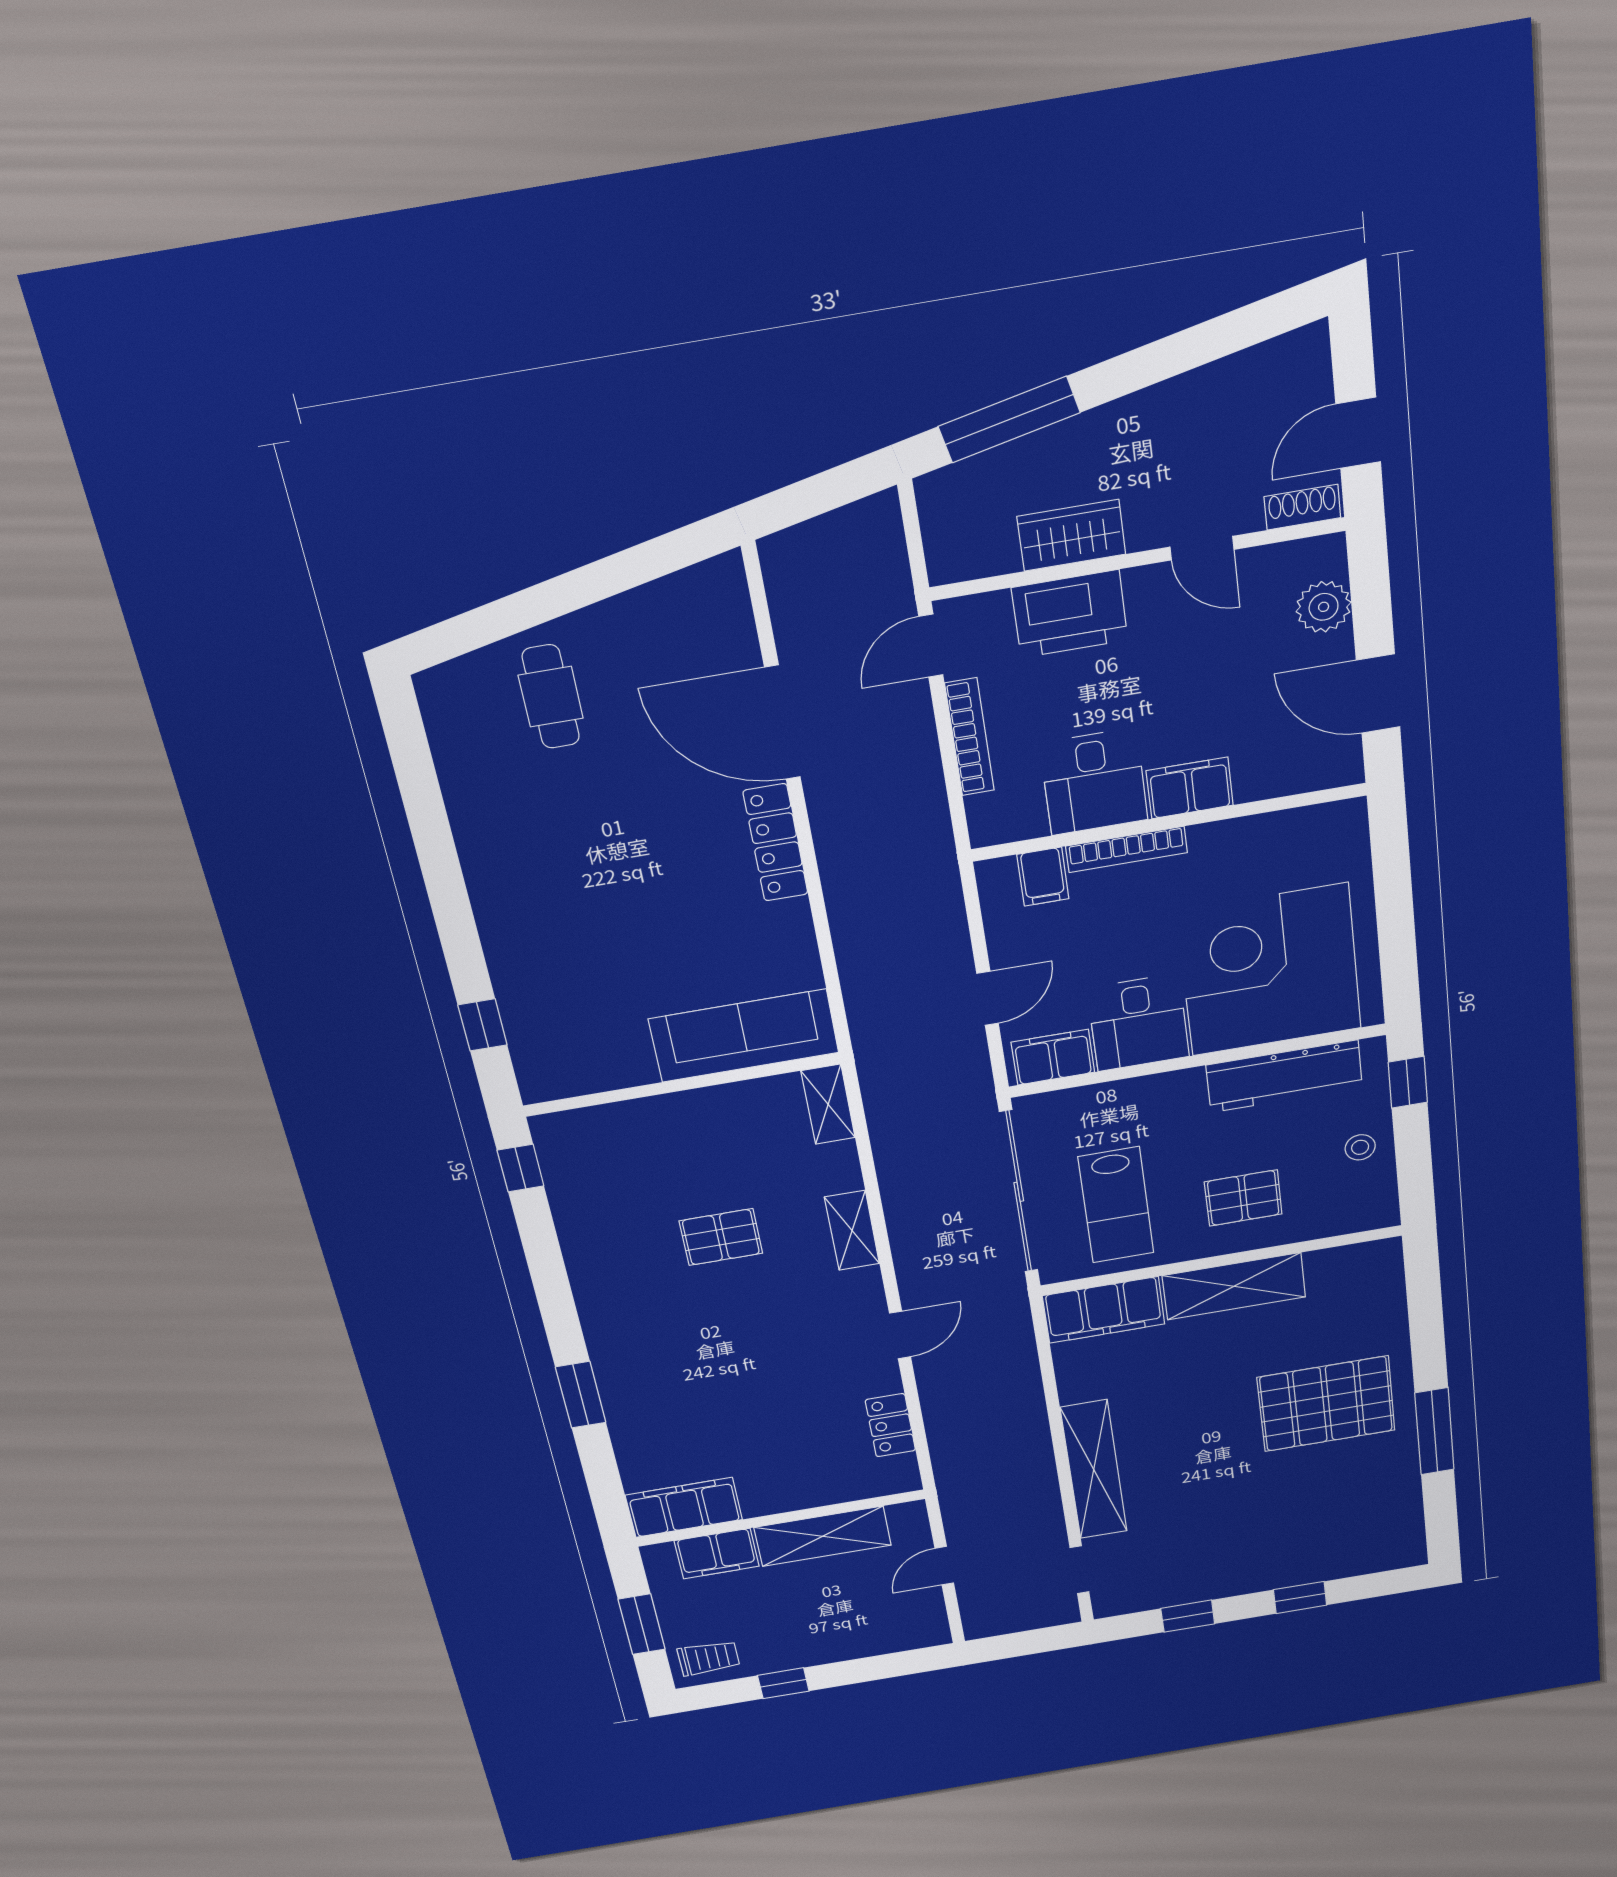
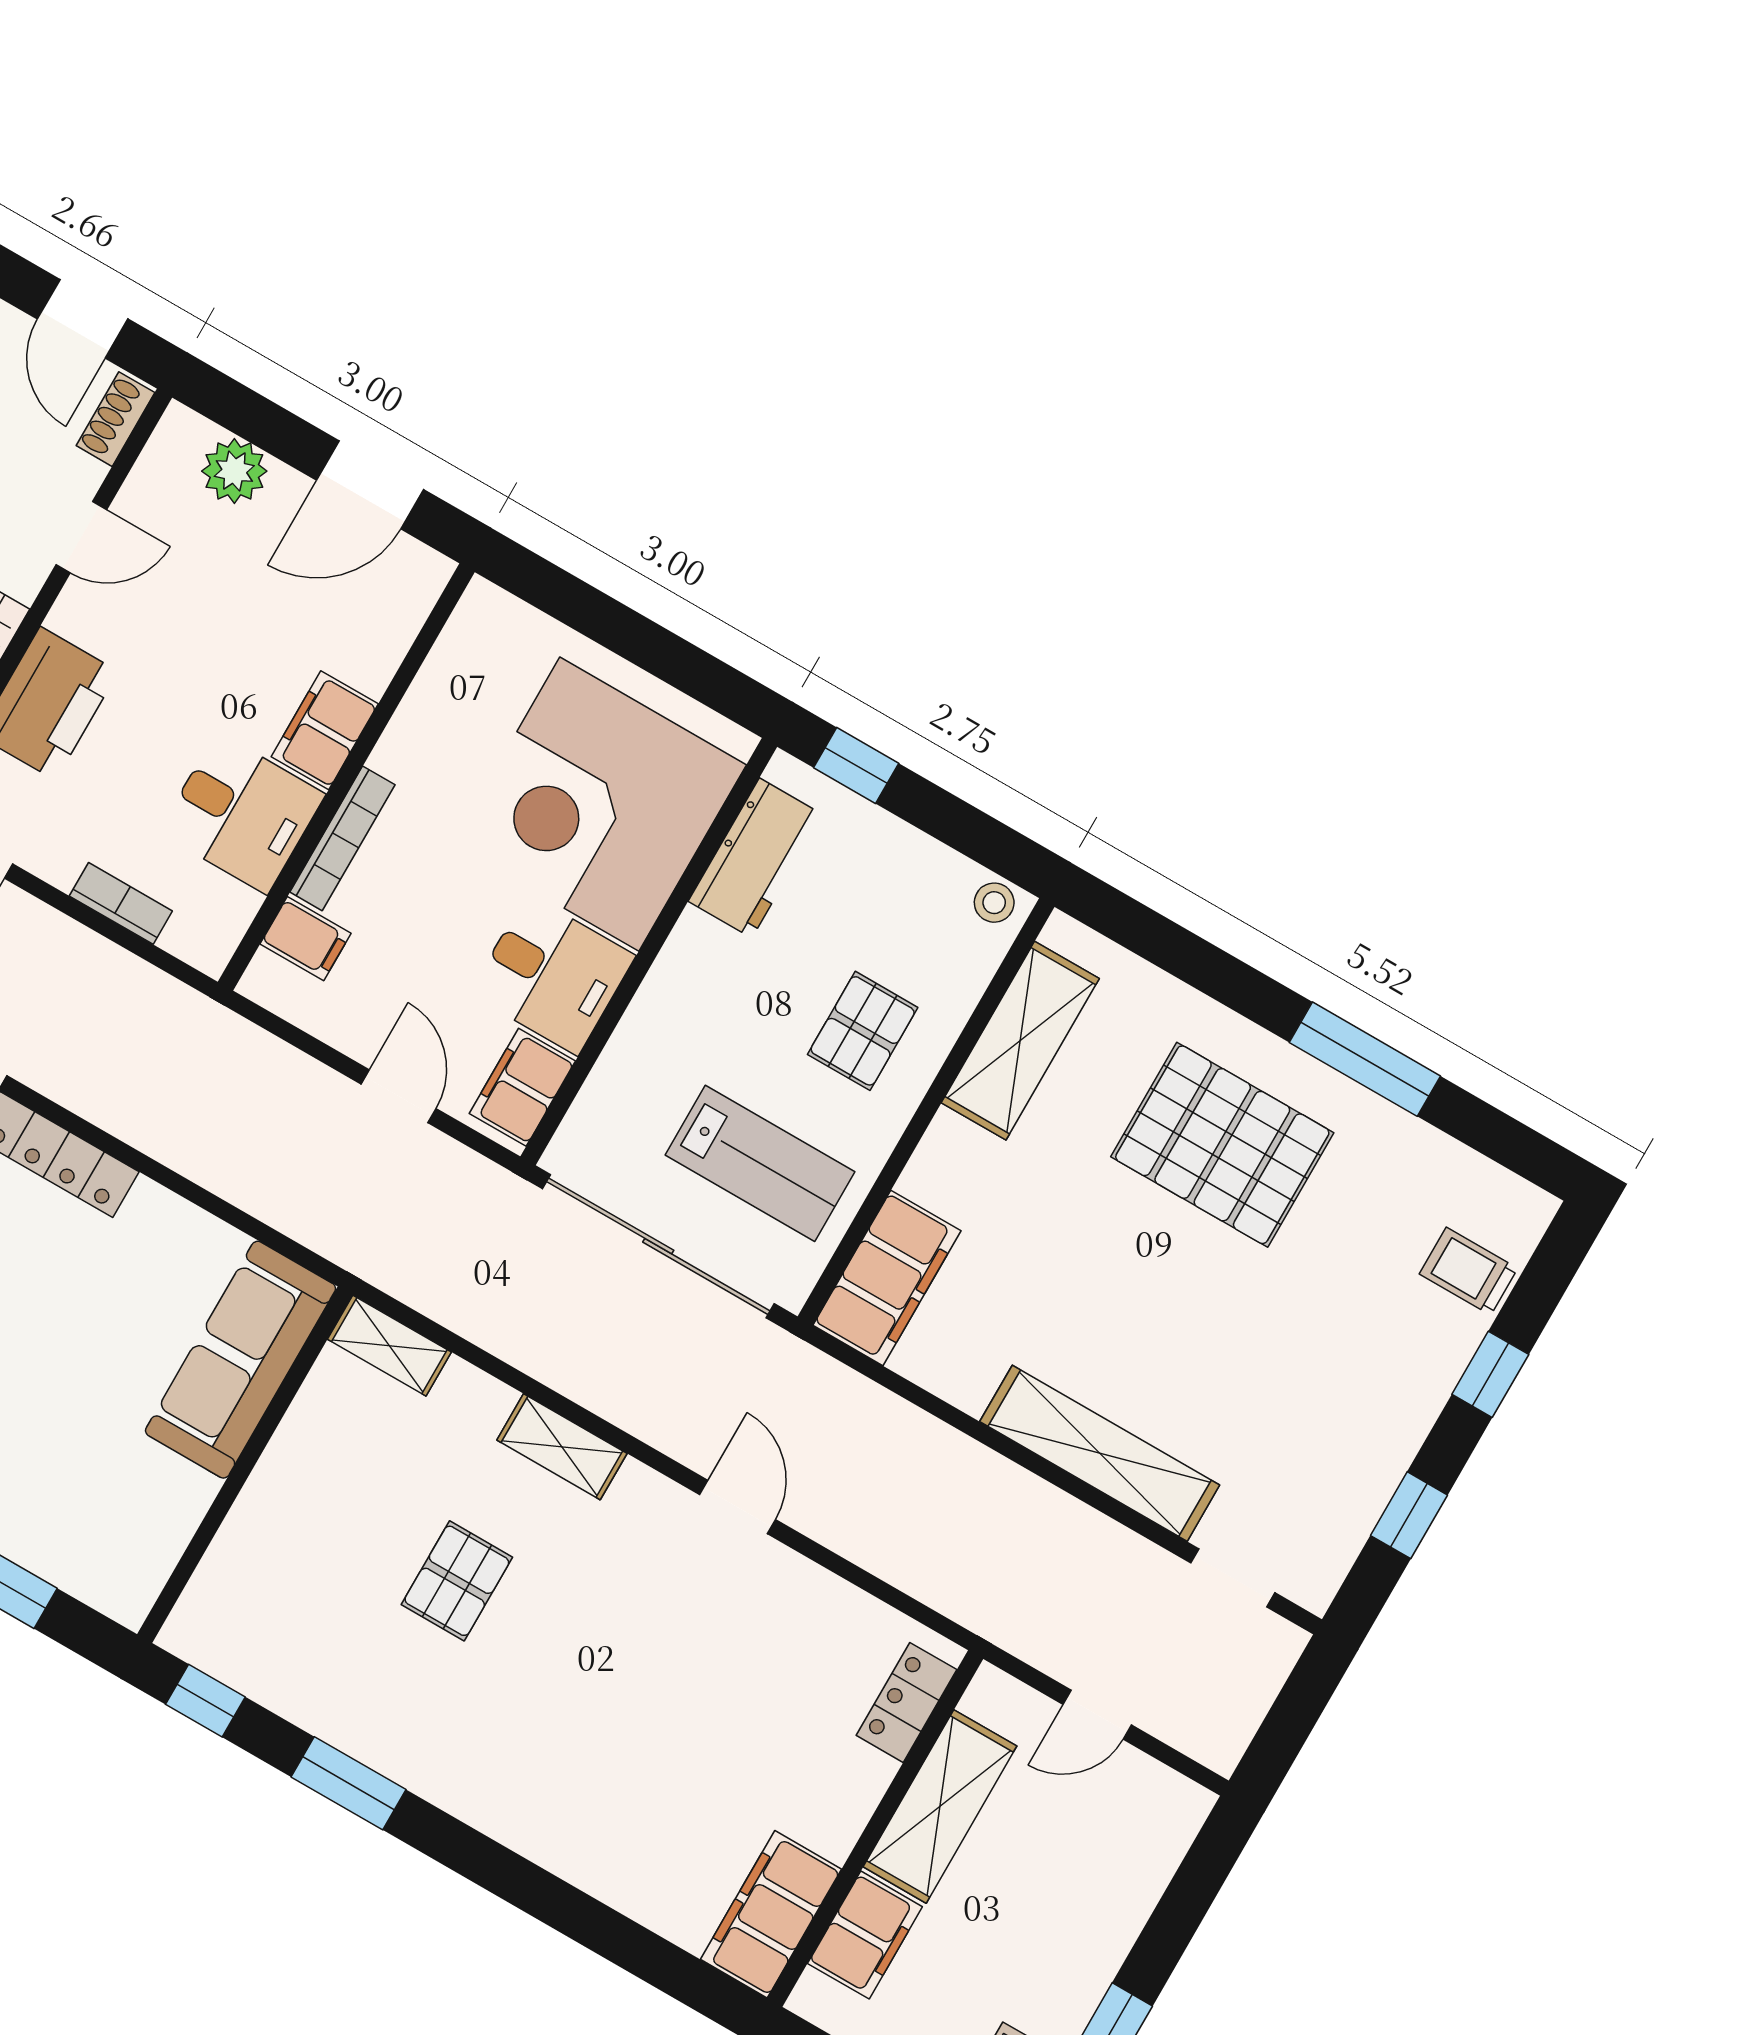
bookcase: (970, 737) -> (121, 903), width x0.64
workbench: (1284, 1076) -> (756, 858), width x0.73
stool: (1360, 1147) -> (994, 903), moved
shelving: (1234, 1286) -> (1020, 1041), moved
window: (581, 1395) -> (348, 1783), moved
pallet: (1326, 1404) -> (1222, 1145), turned 90
locker: (890, 1425) -> (907, 1702), moved, turned 90
trolley: (1351, 1552) -> (1469, 1271), added
door: (944, 1566) -> (1097, 1715), hinge flipped

